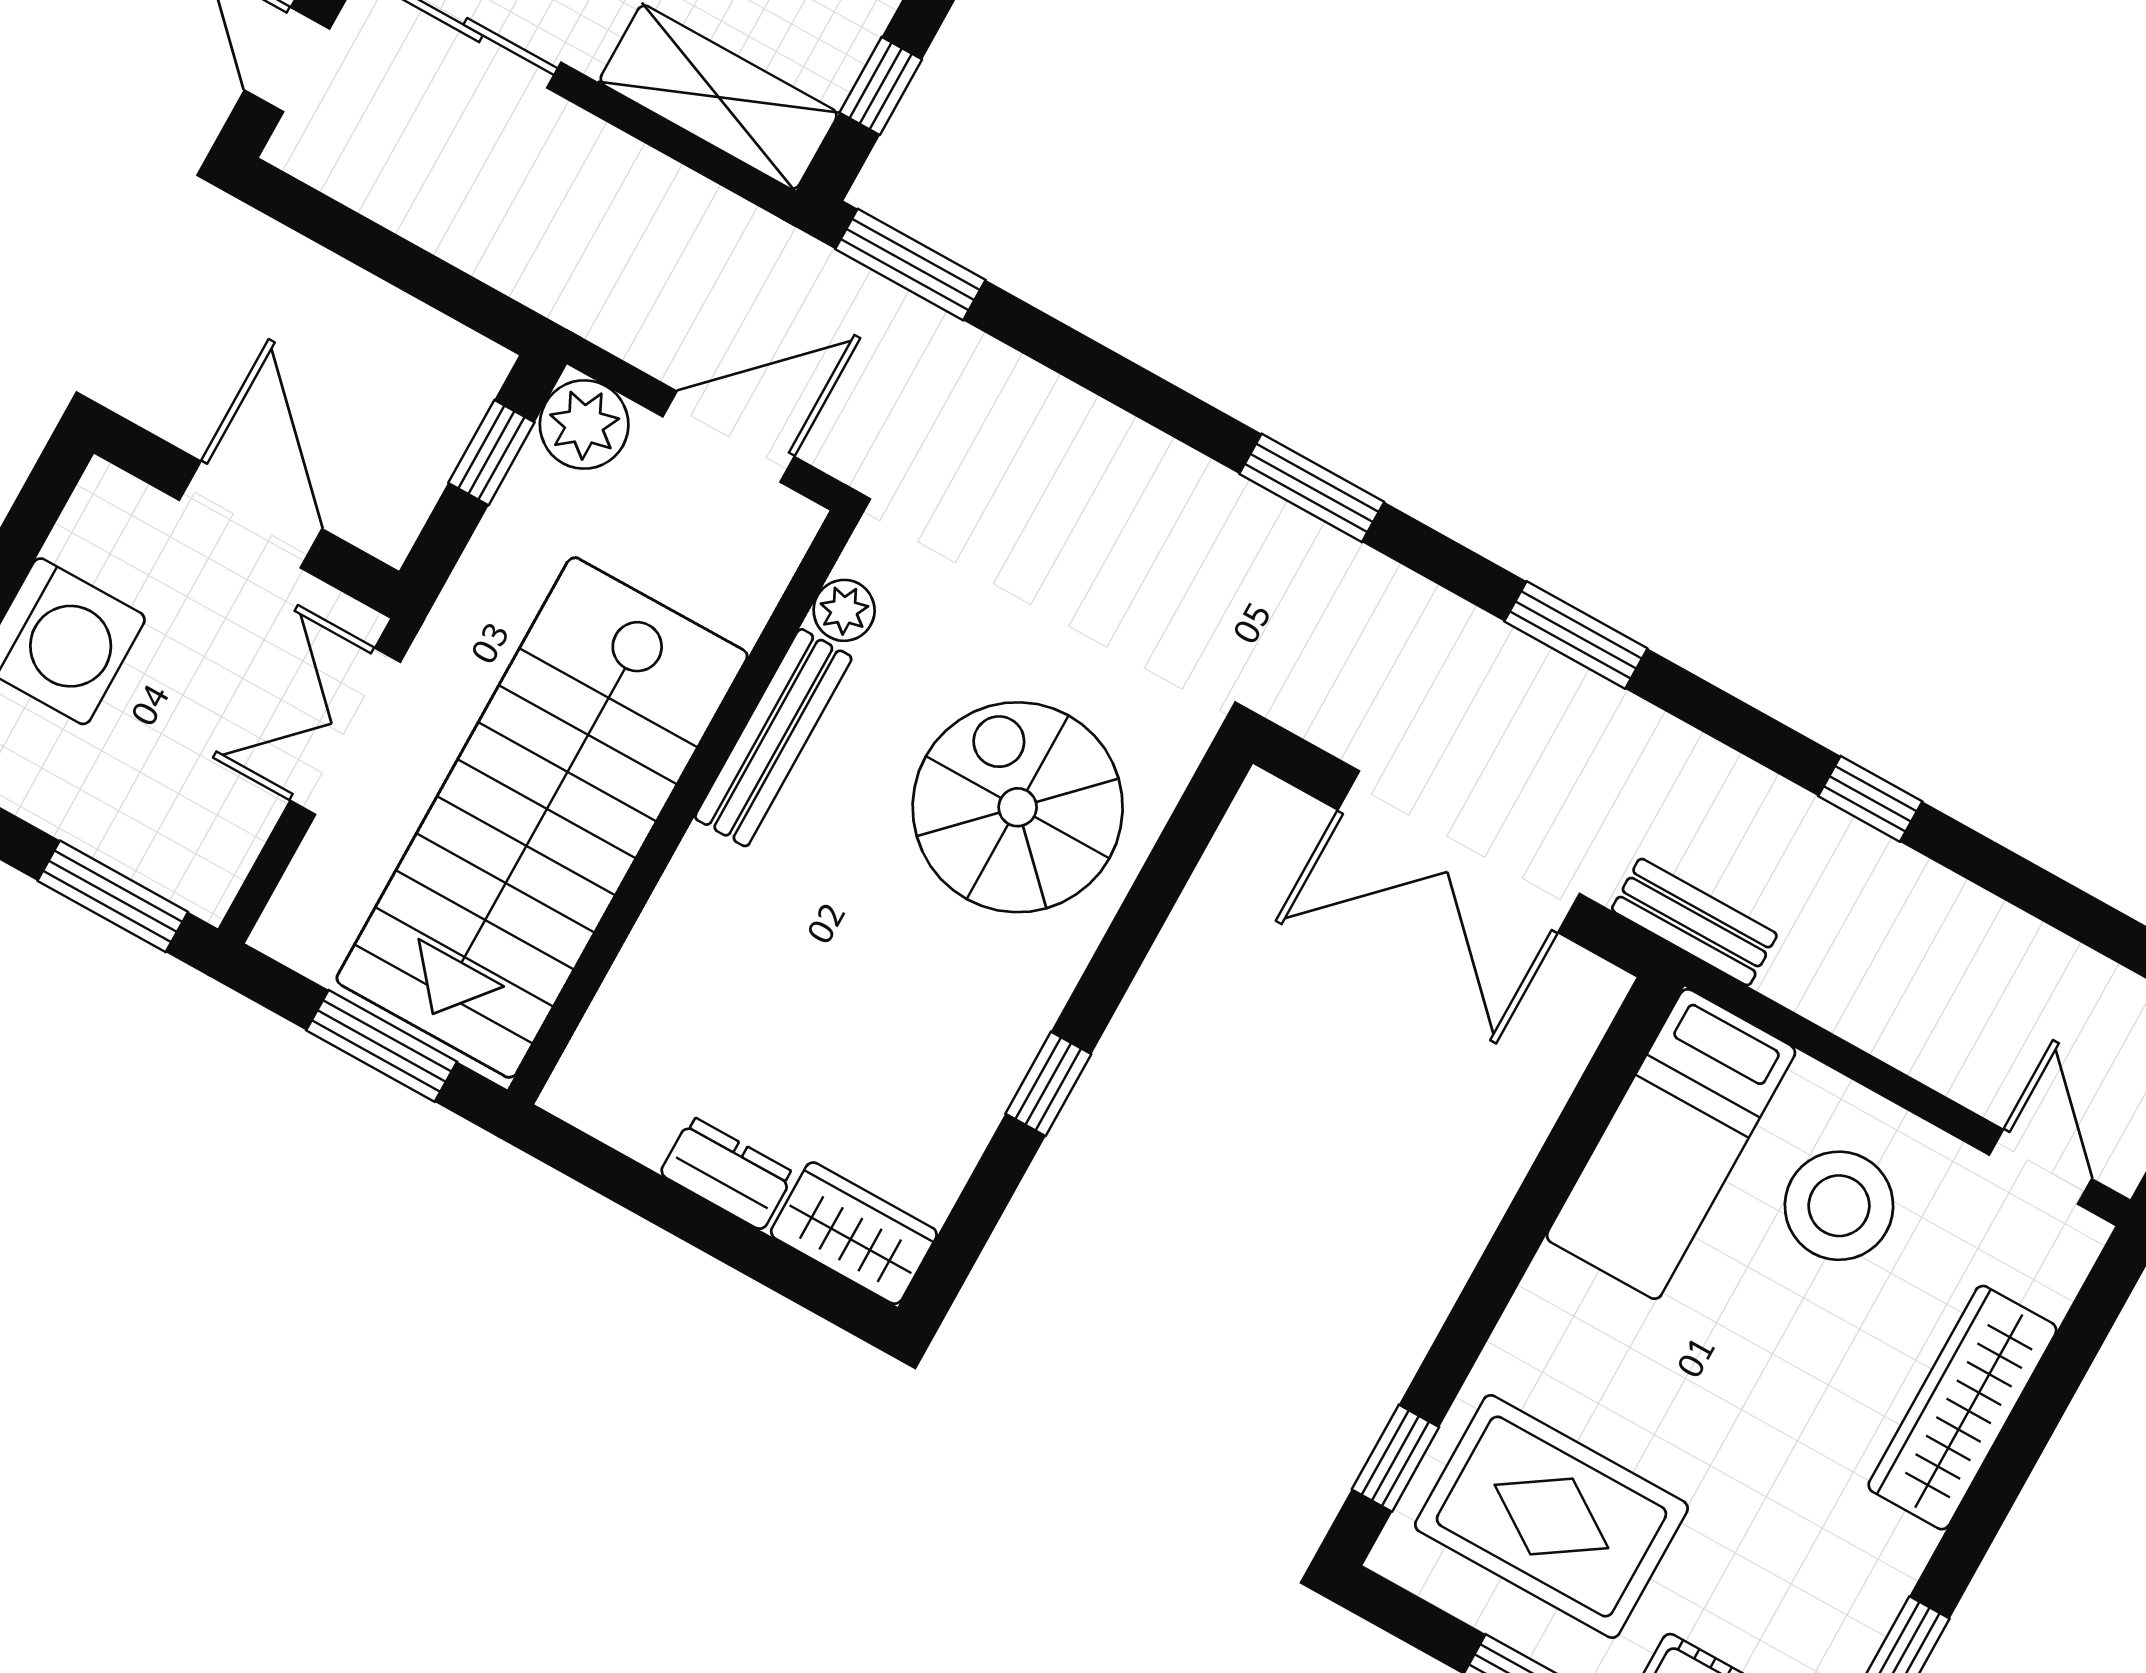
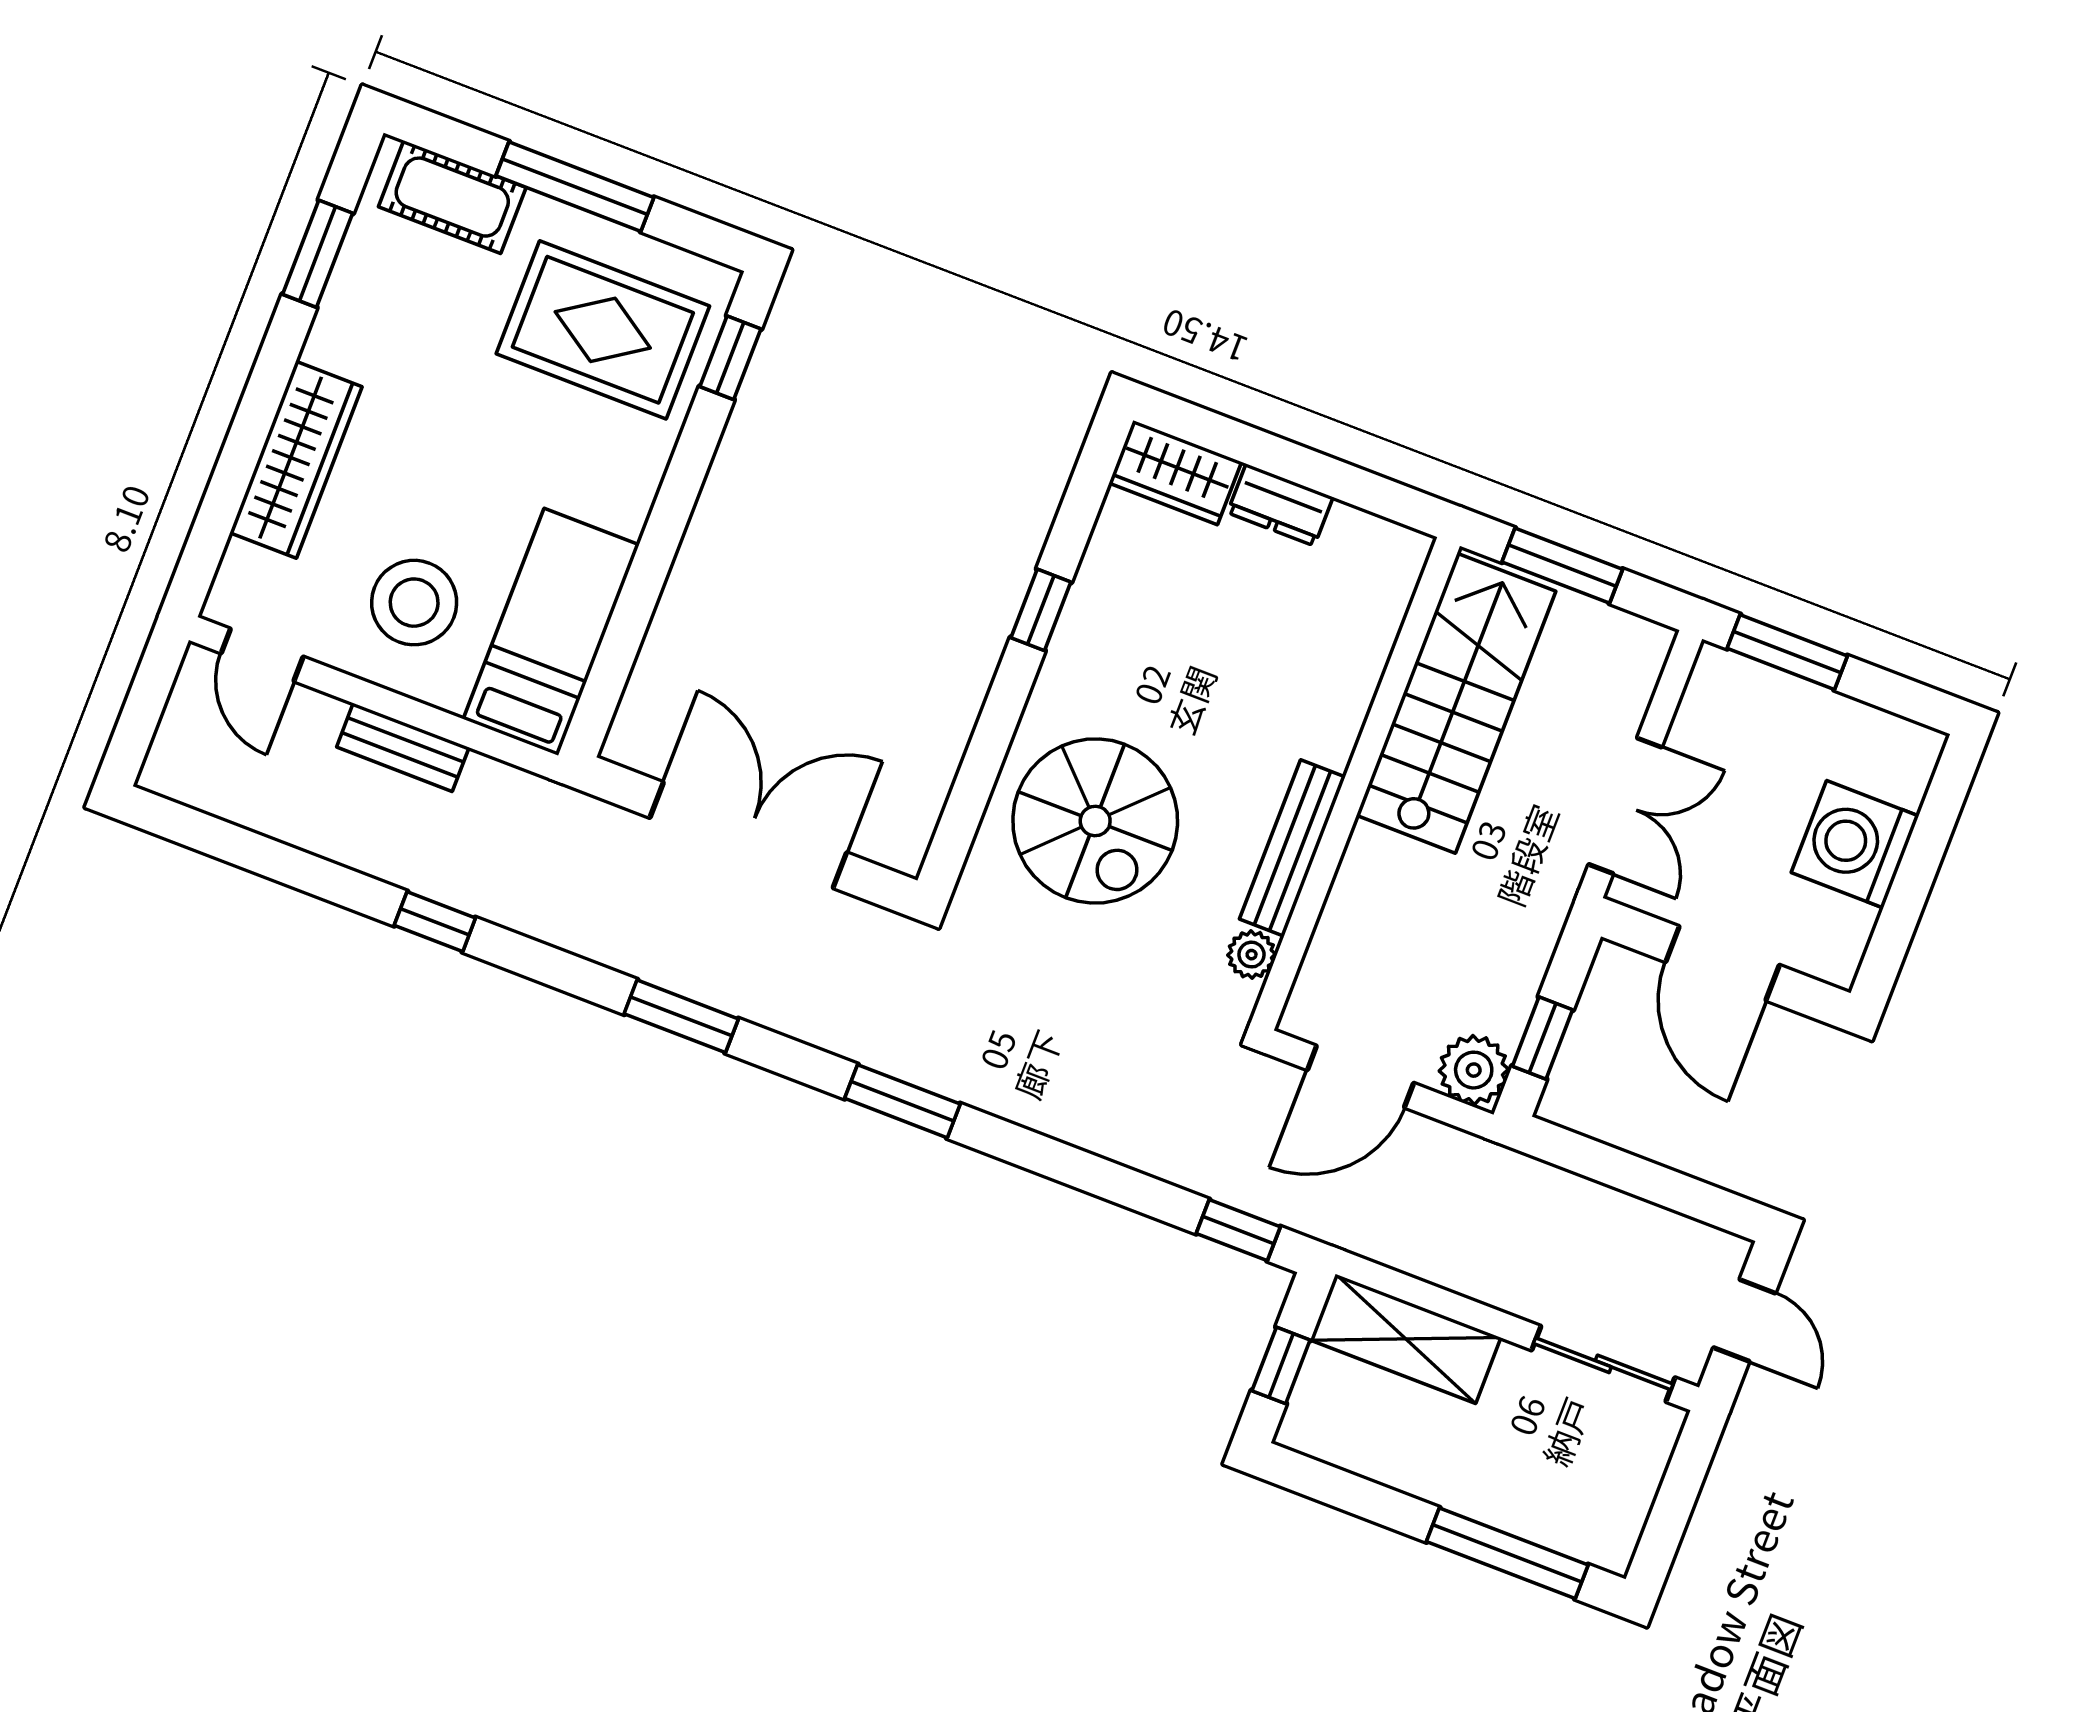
window: (910, 265) -> (1238, 1230), width x0.67
stairs: (542, 817) -> (1456, 703), width x0.73, depth x0.66
bench: (1694, 922) -> (403, 747), moved

